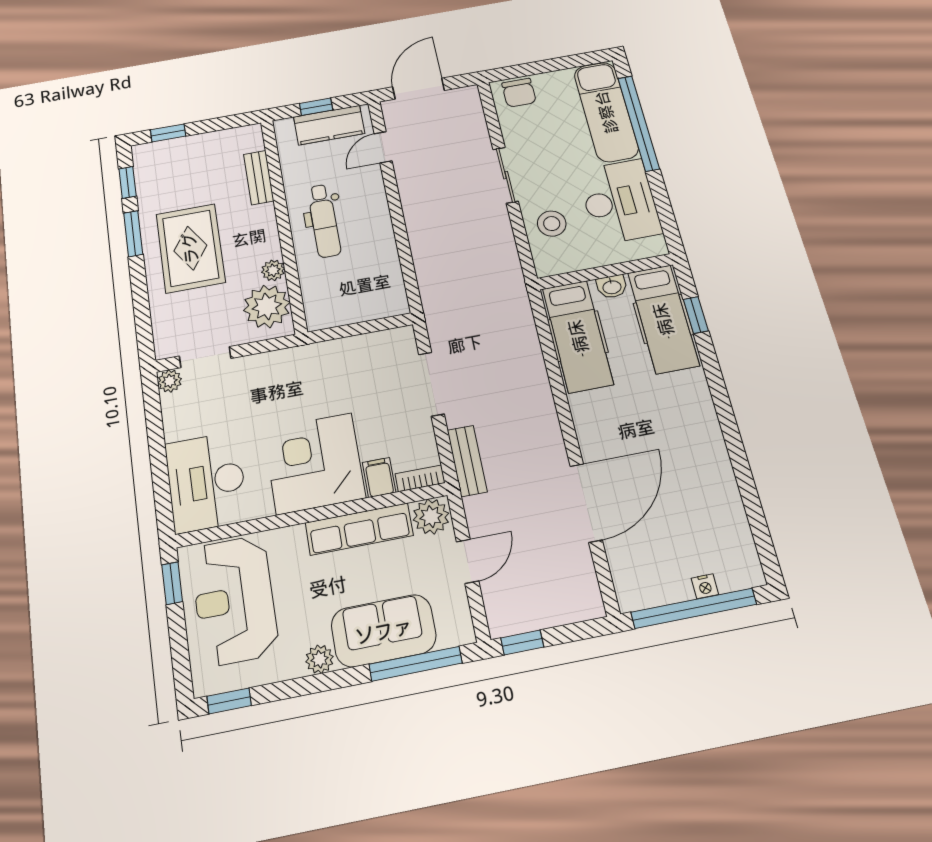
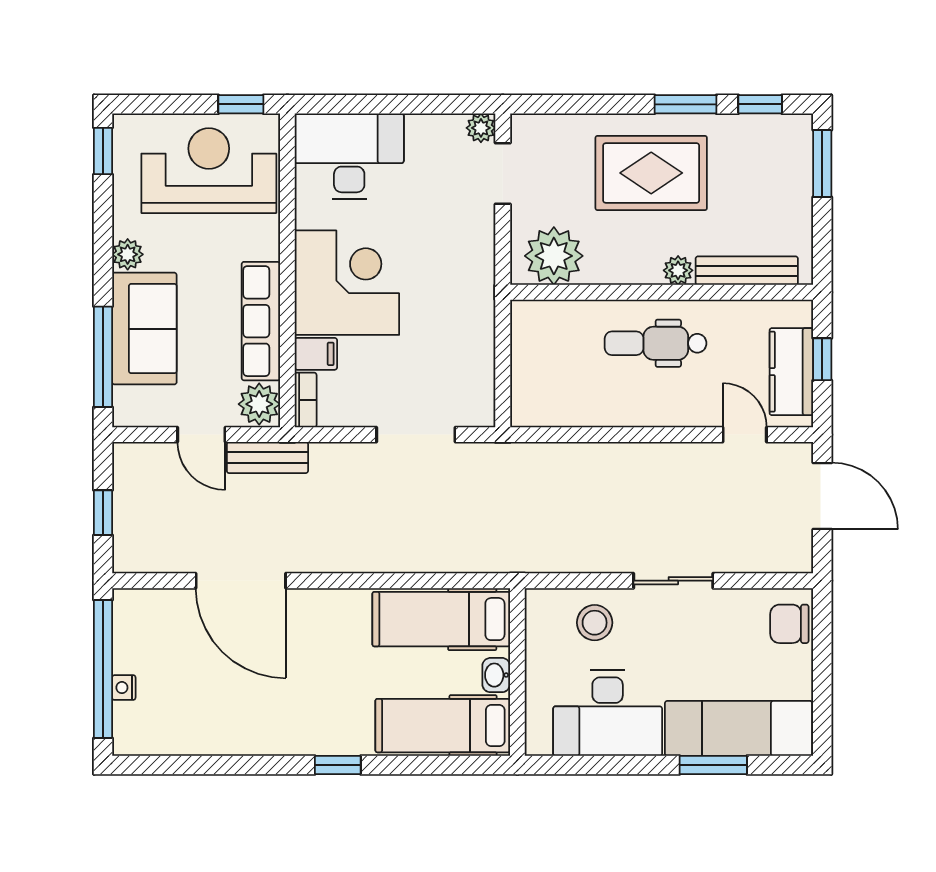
window: (639, 123) -> (713, 765), width x0.47
window: (168, 133) -> (822, 164), width x1.50
bench: (259, 178) -> (747, 271), width x1.36
plant: (273, 270) -> (678, 270), moved
window: (696, 315) -> (338, 765), moved
bench: (467, 461) -> (267, 458), moved
window: (522, 642) -> (103, 513), moved

